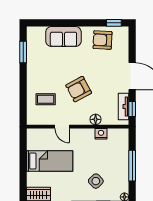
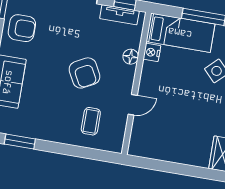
armchair: (102, 40) -> (22, 28), turned -93
bed: (50, 161) -> (180, 33), moved, turned 90

